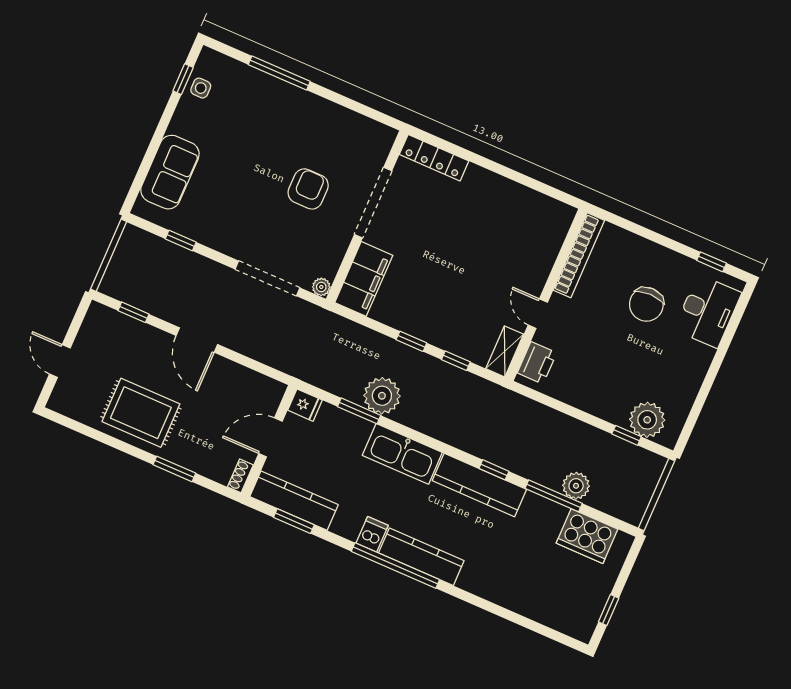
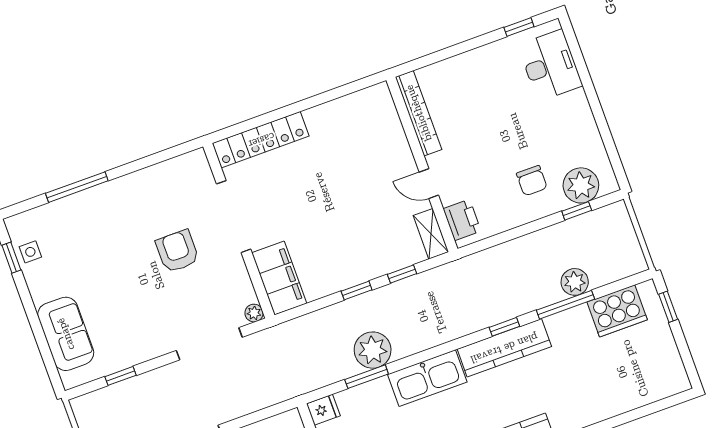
locker: (434, 158) -> (261, 140), width x1.41, depth x1.21
chair: (646, 304) -> (532, 181), moved, width x0.73, depth x0.73
window: (609, 610) -> (668, 307), moved

